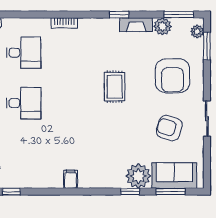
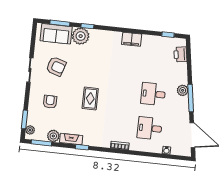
armchair: (173, 76) -> (50, 102), width x0.53, depth x0.53
filing cabinet: (71, 179) -> (132, 39), width x2.00

